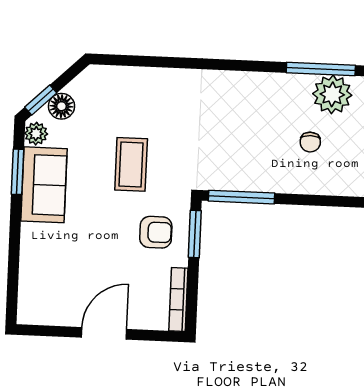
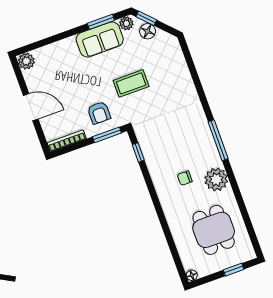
window: (321, 69) -> (218, 140), moved
window: (241, 197) -> (138, 152), width x0.46
plant: (31, 311) -> (26, 61), added

